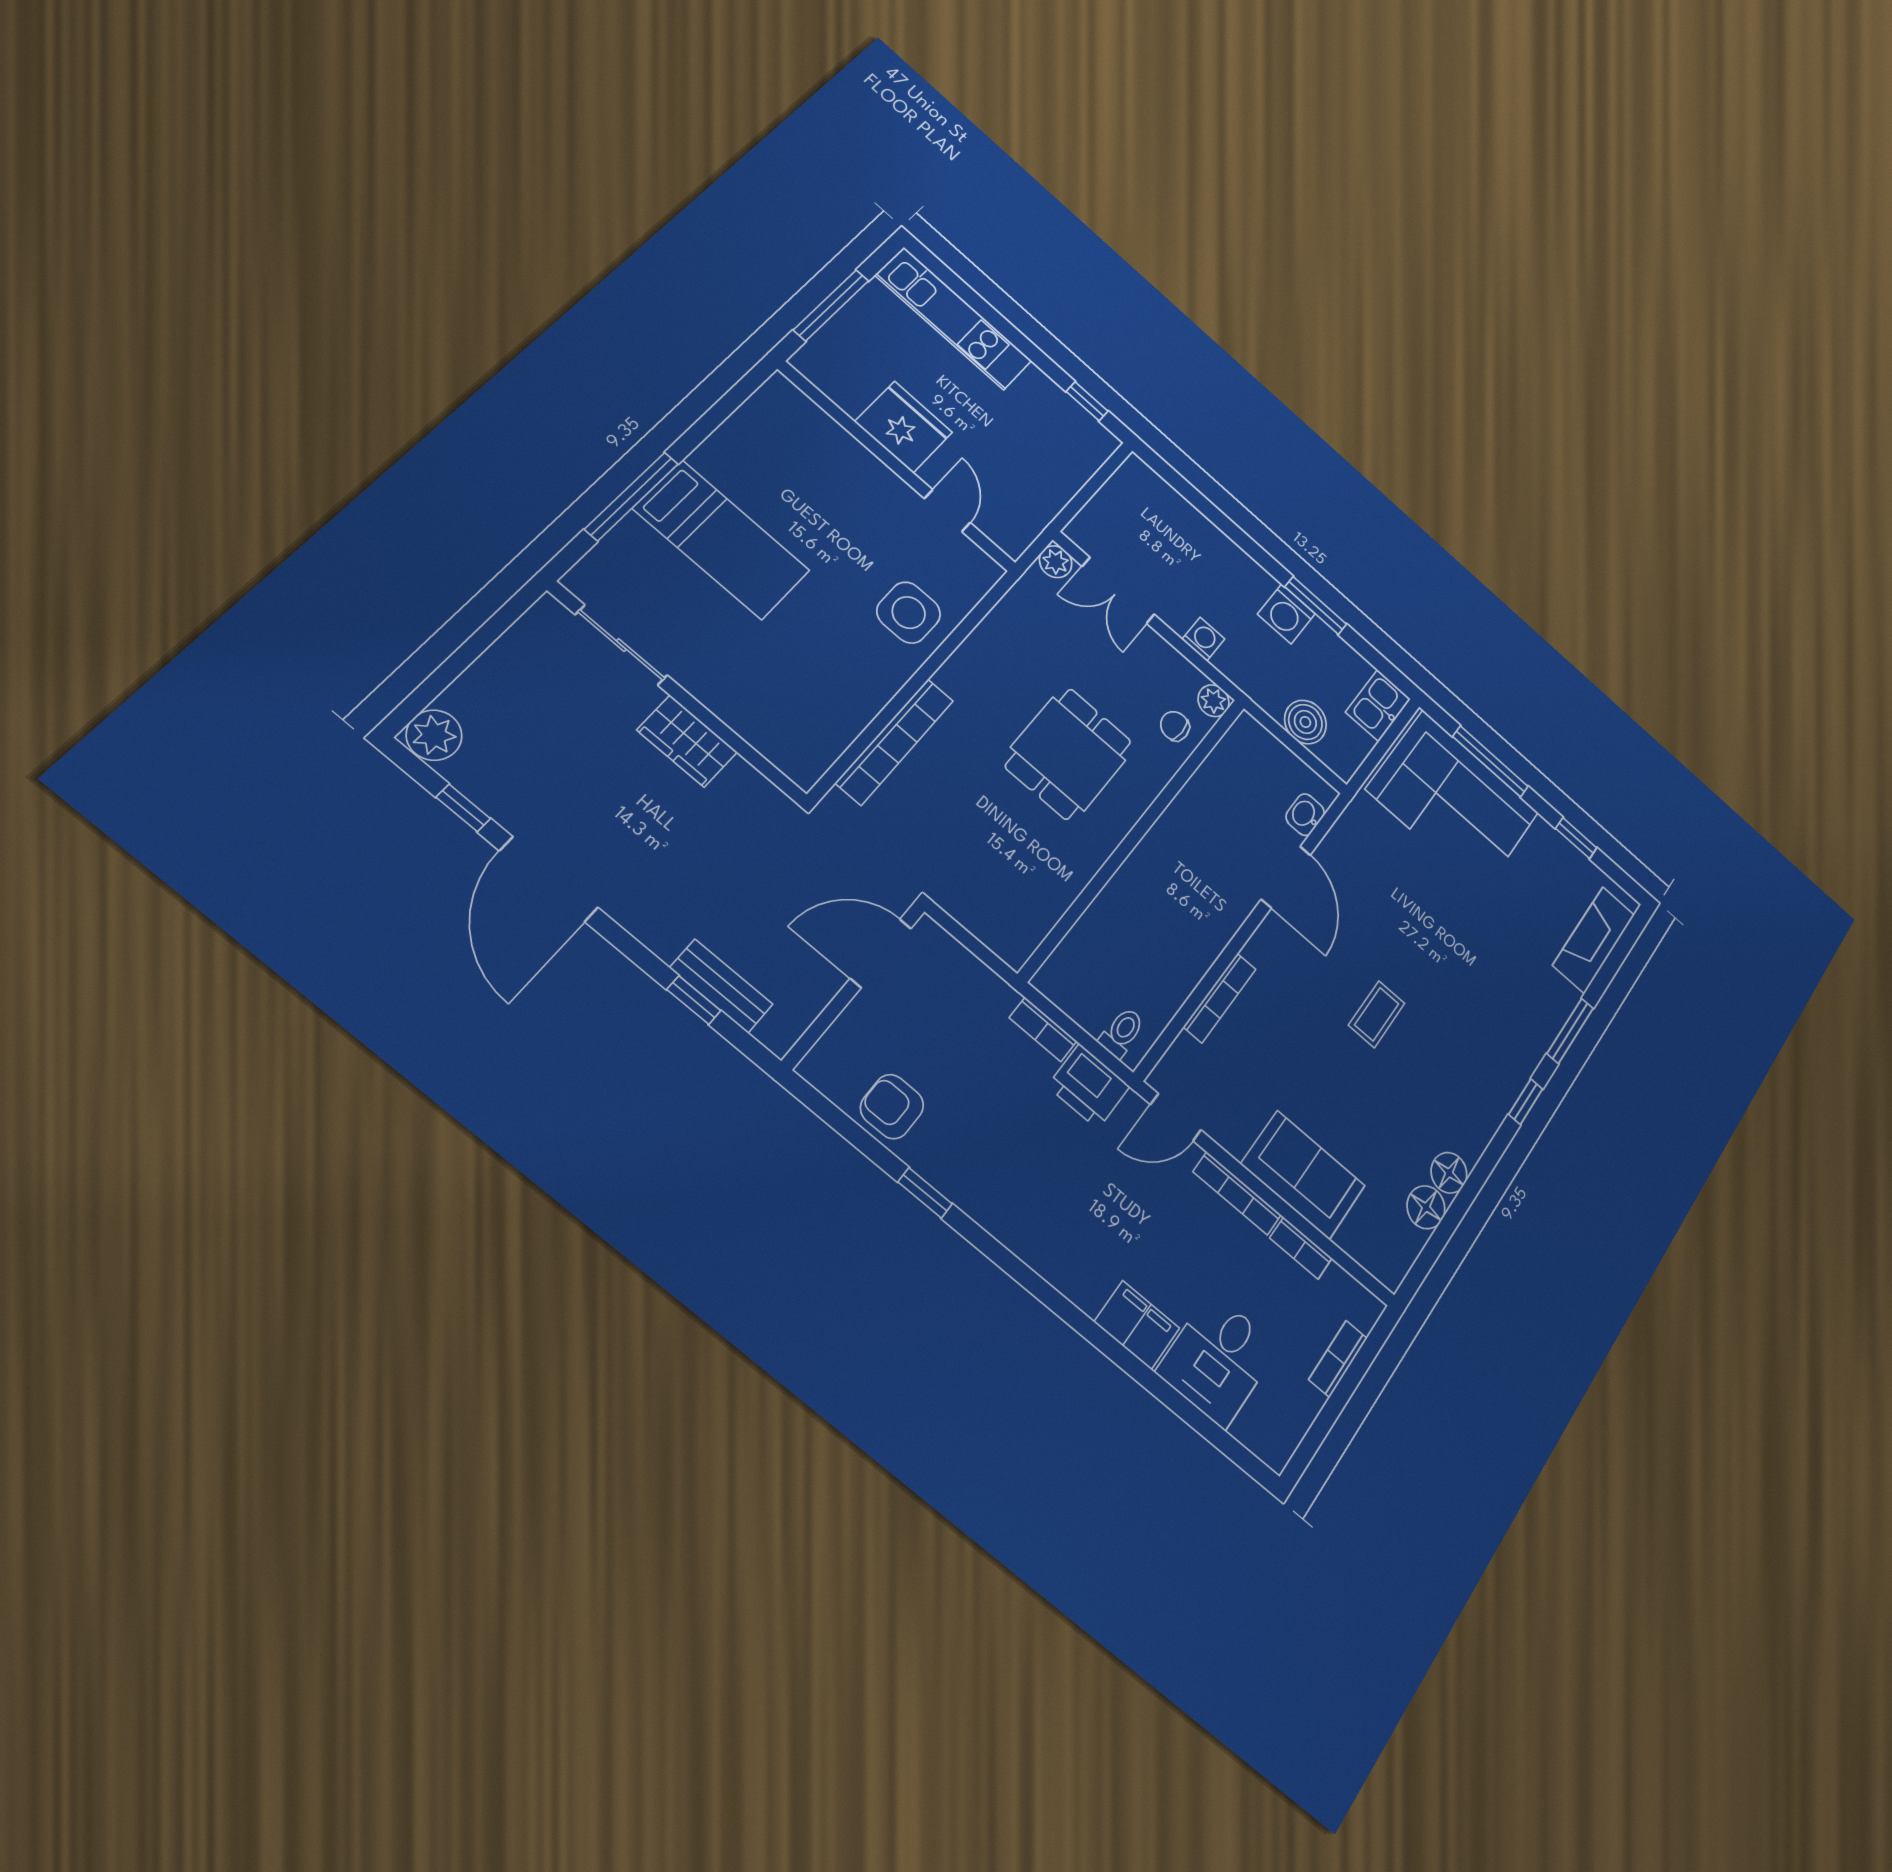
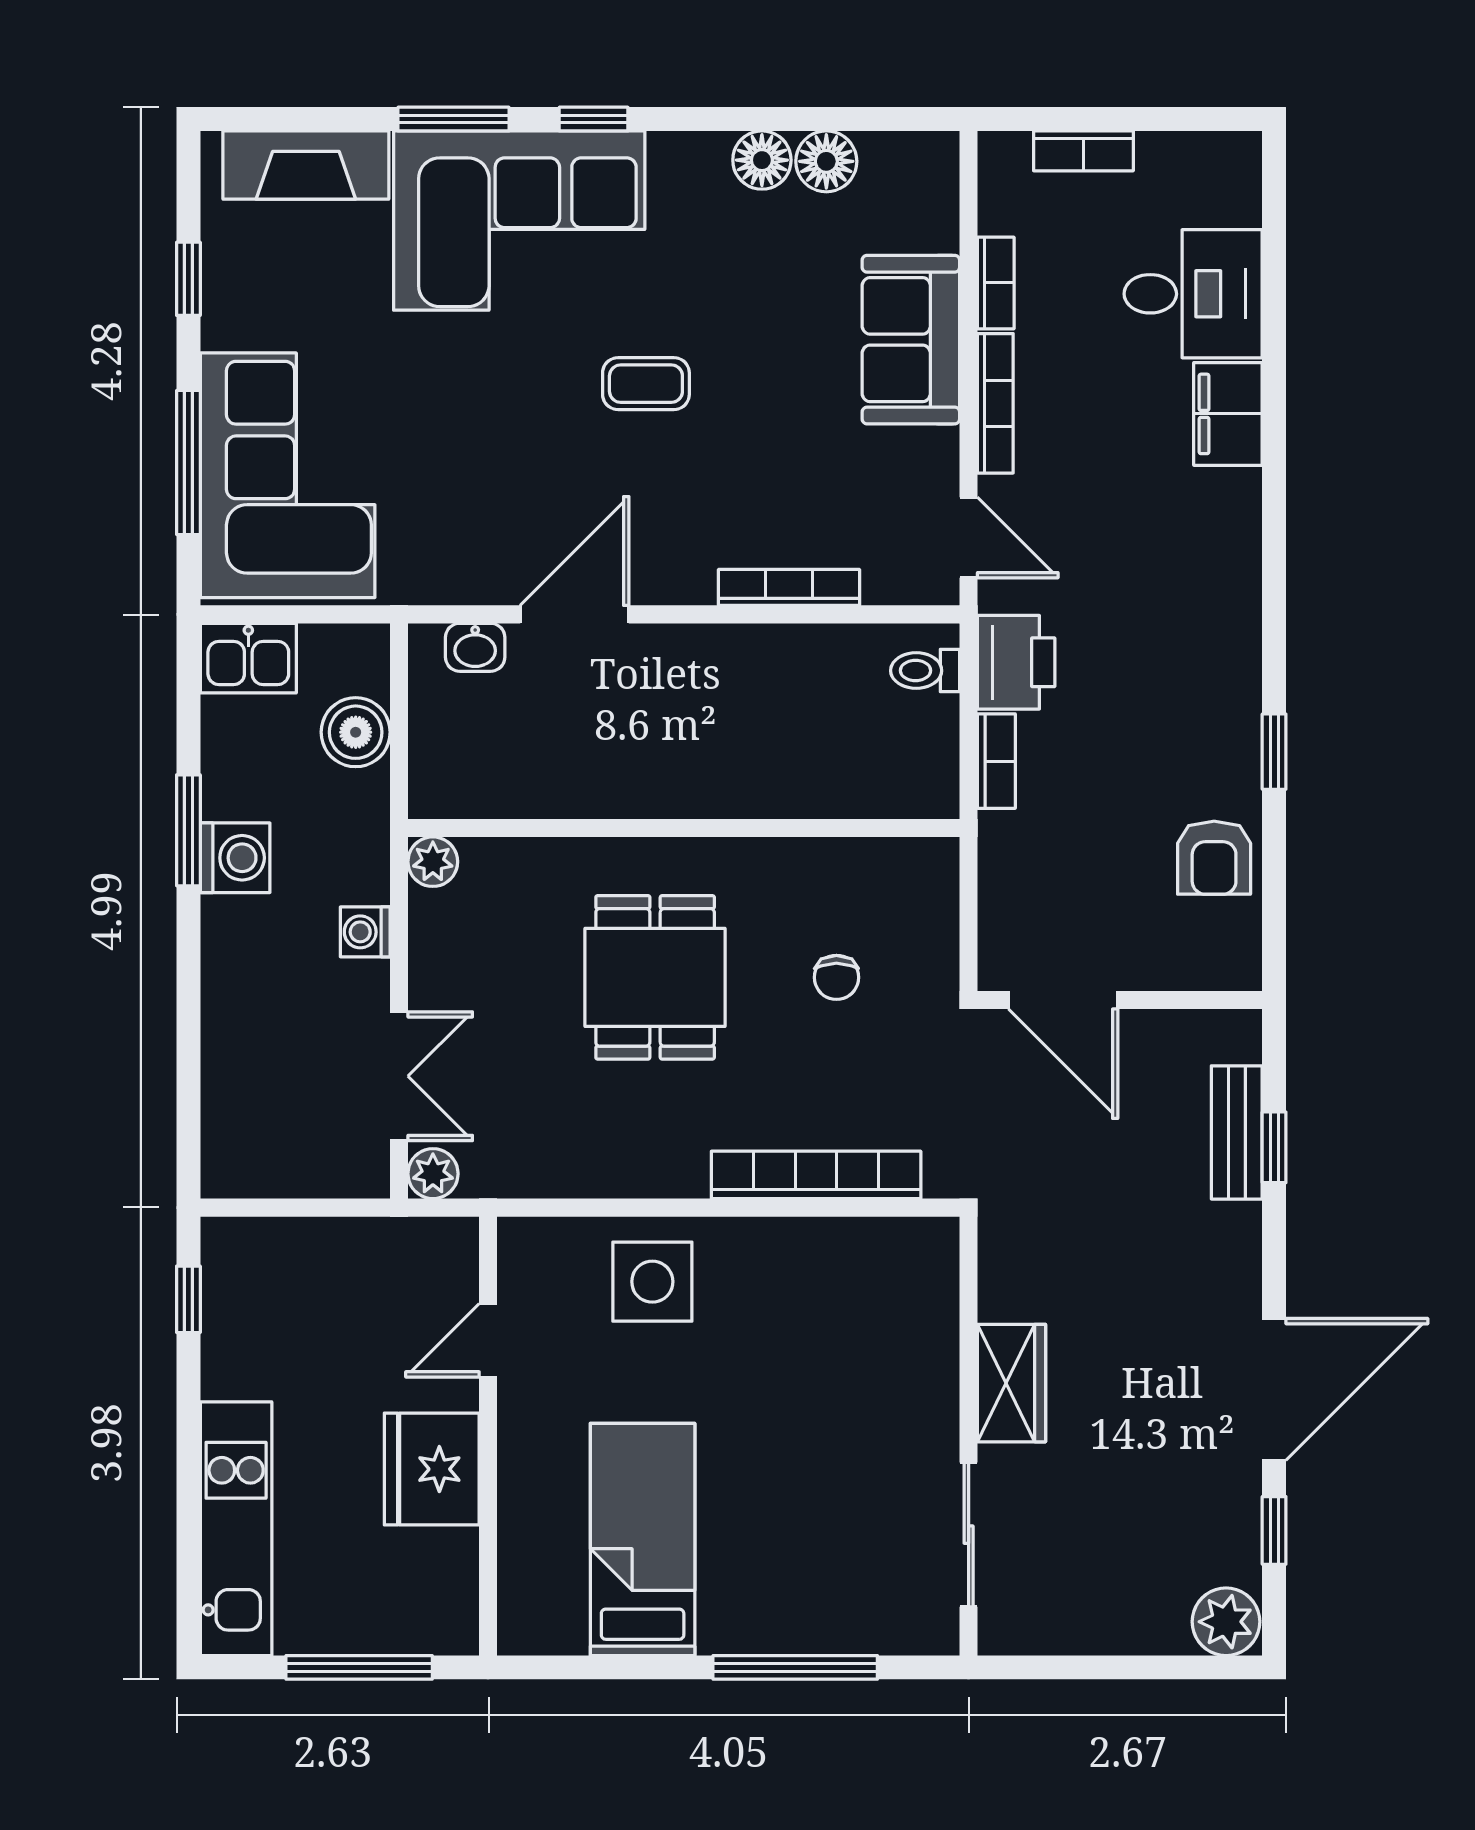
bed: (722, 540) -> (643, 1539), moved
chair: (1175, 726) -> (836, 977), moved
dining table: (1069, 754) -> (655, 977), turned 90
corner sofa: (1500, 1020) -> (519, 221), added

